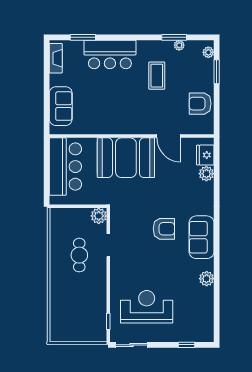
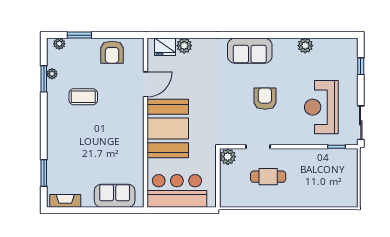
bar counter: (110, 54) -> (61, 145), removed
armchair: (164, 229) -> (265, 99), moved
plant: (207, 279) -> (305, 46), moved

